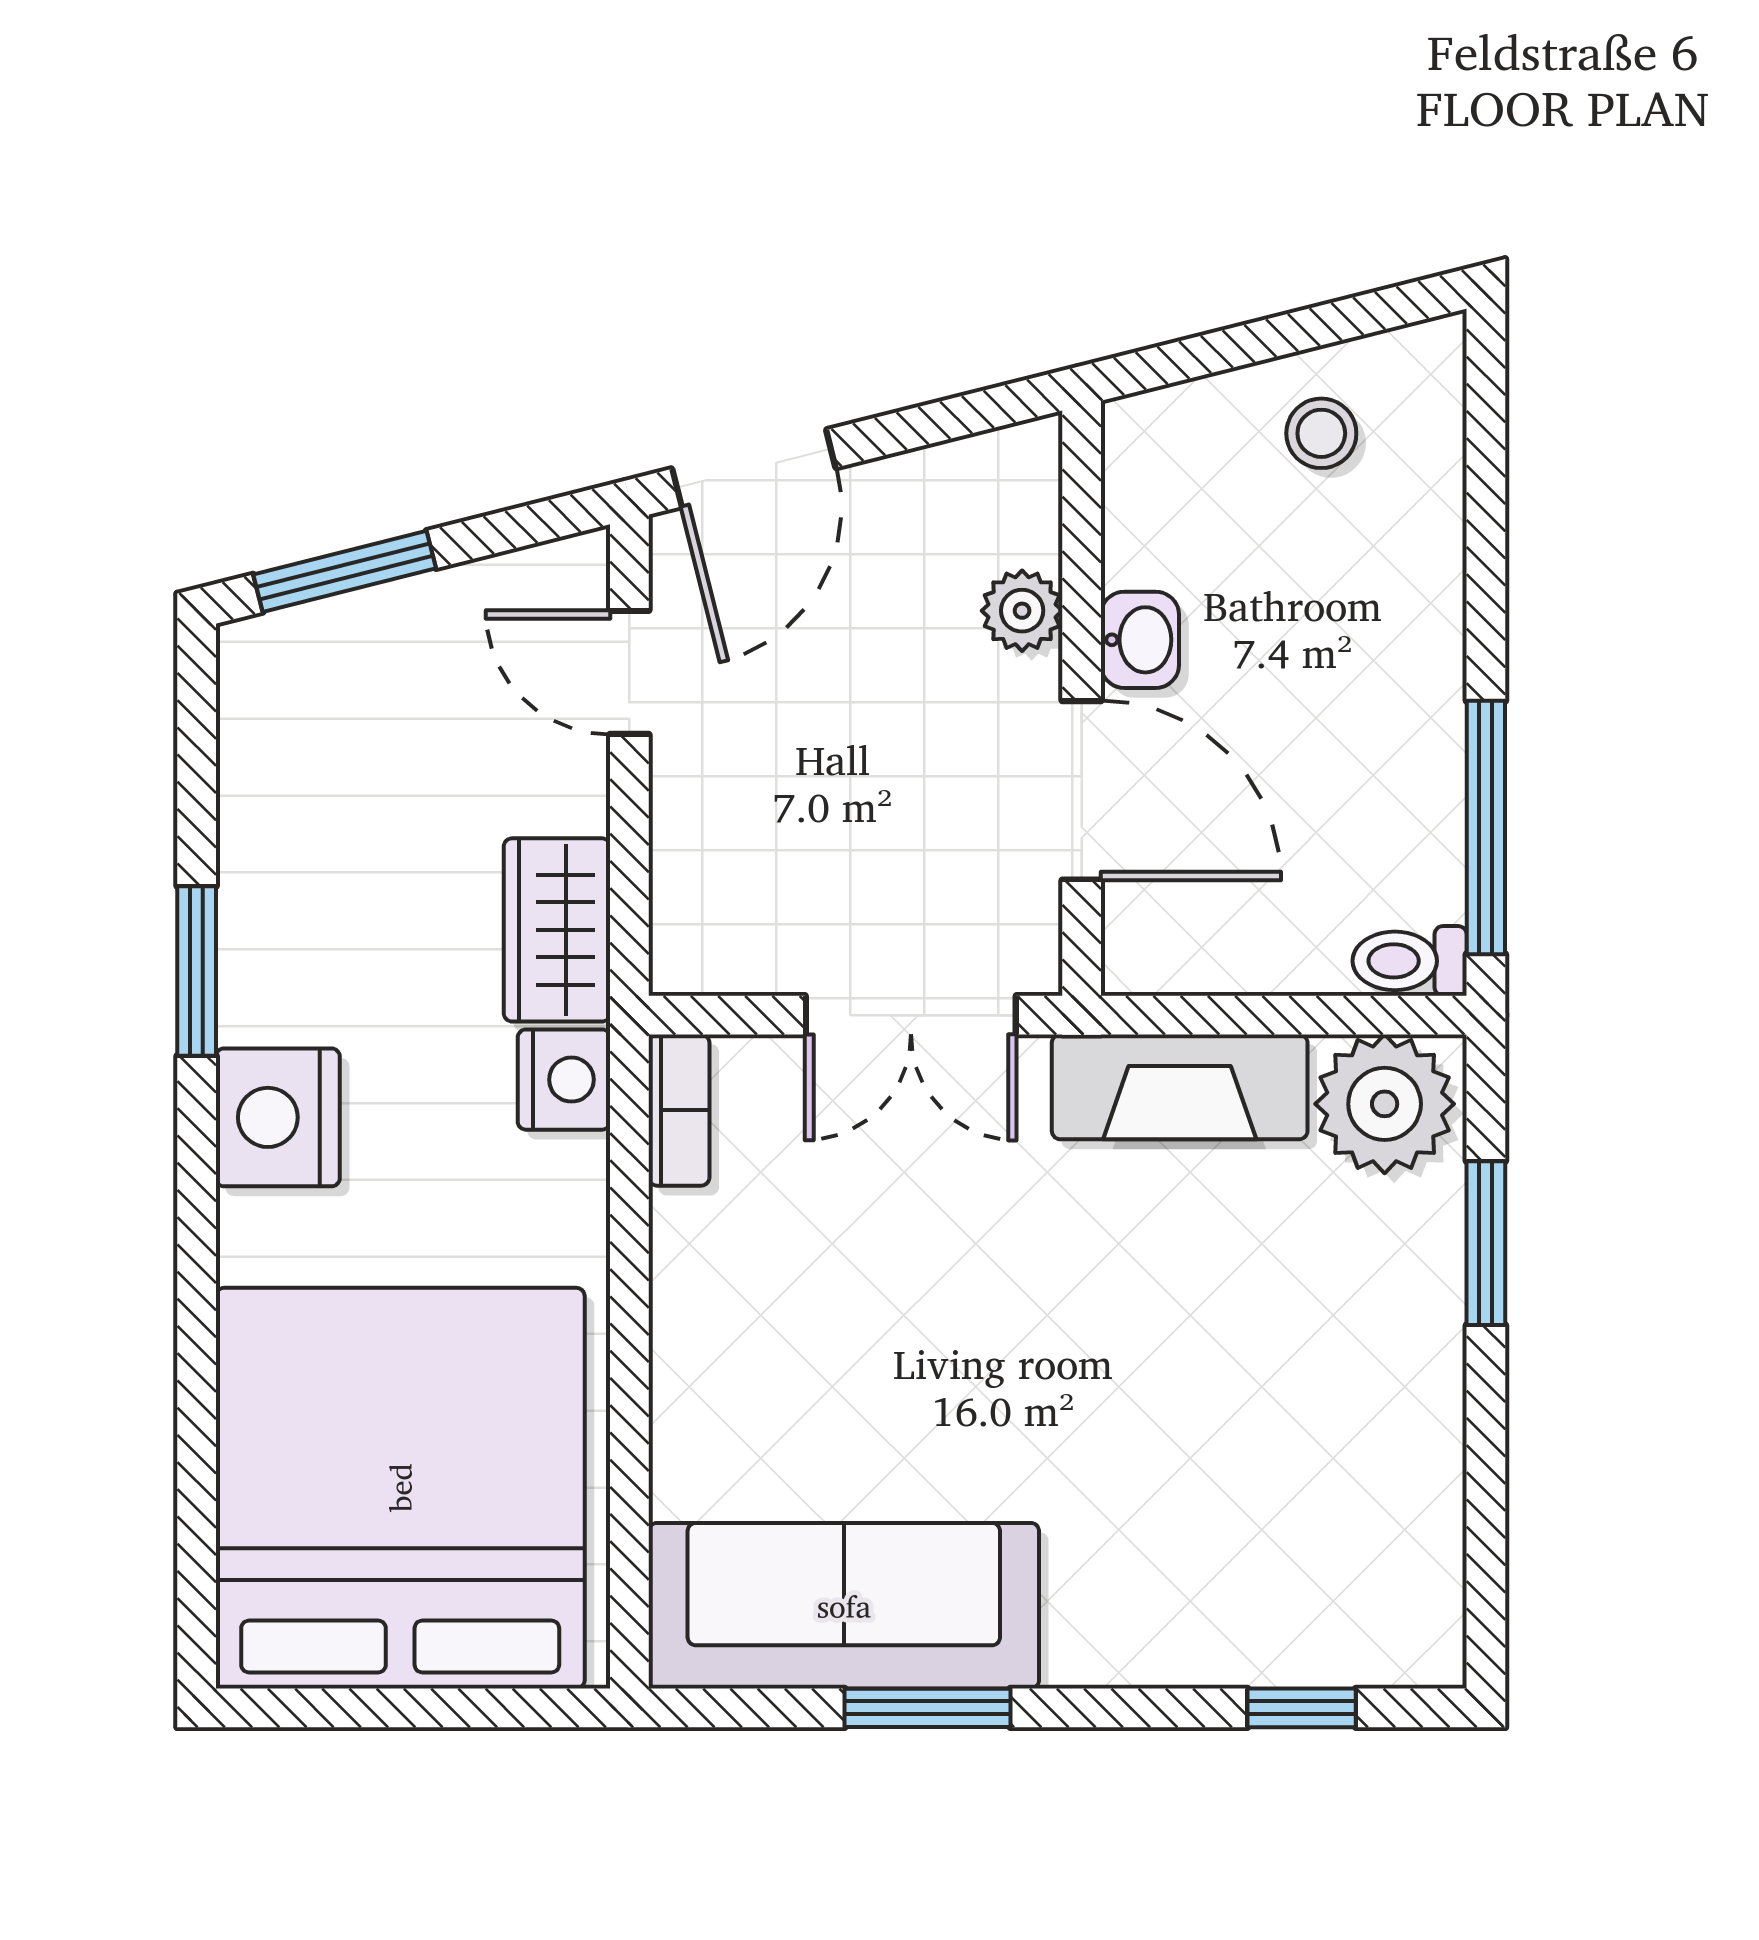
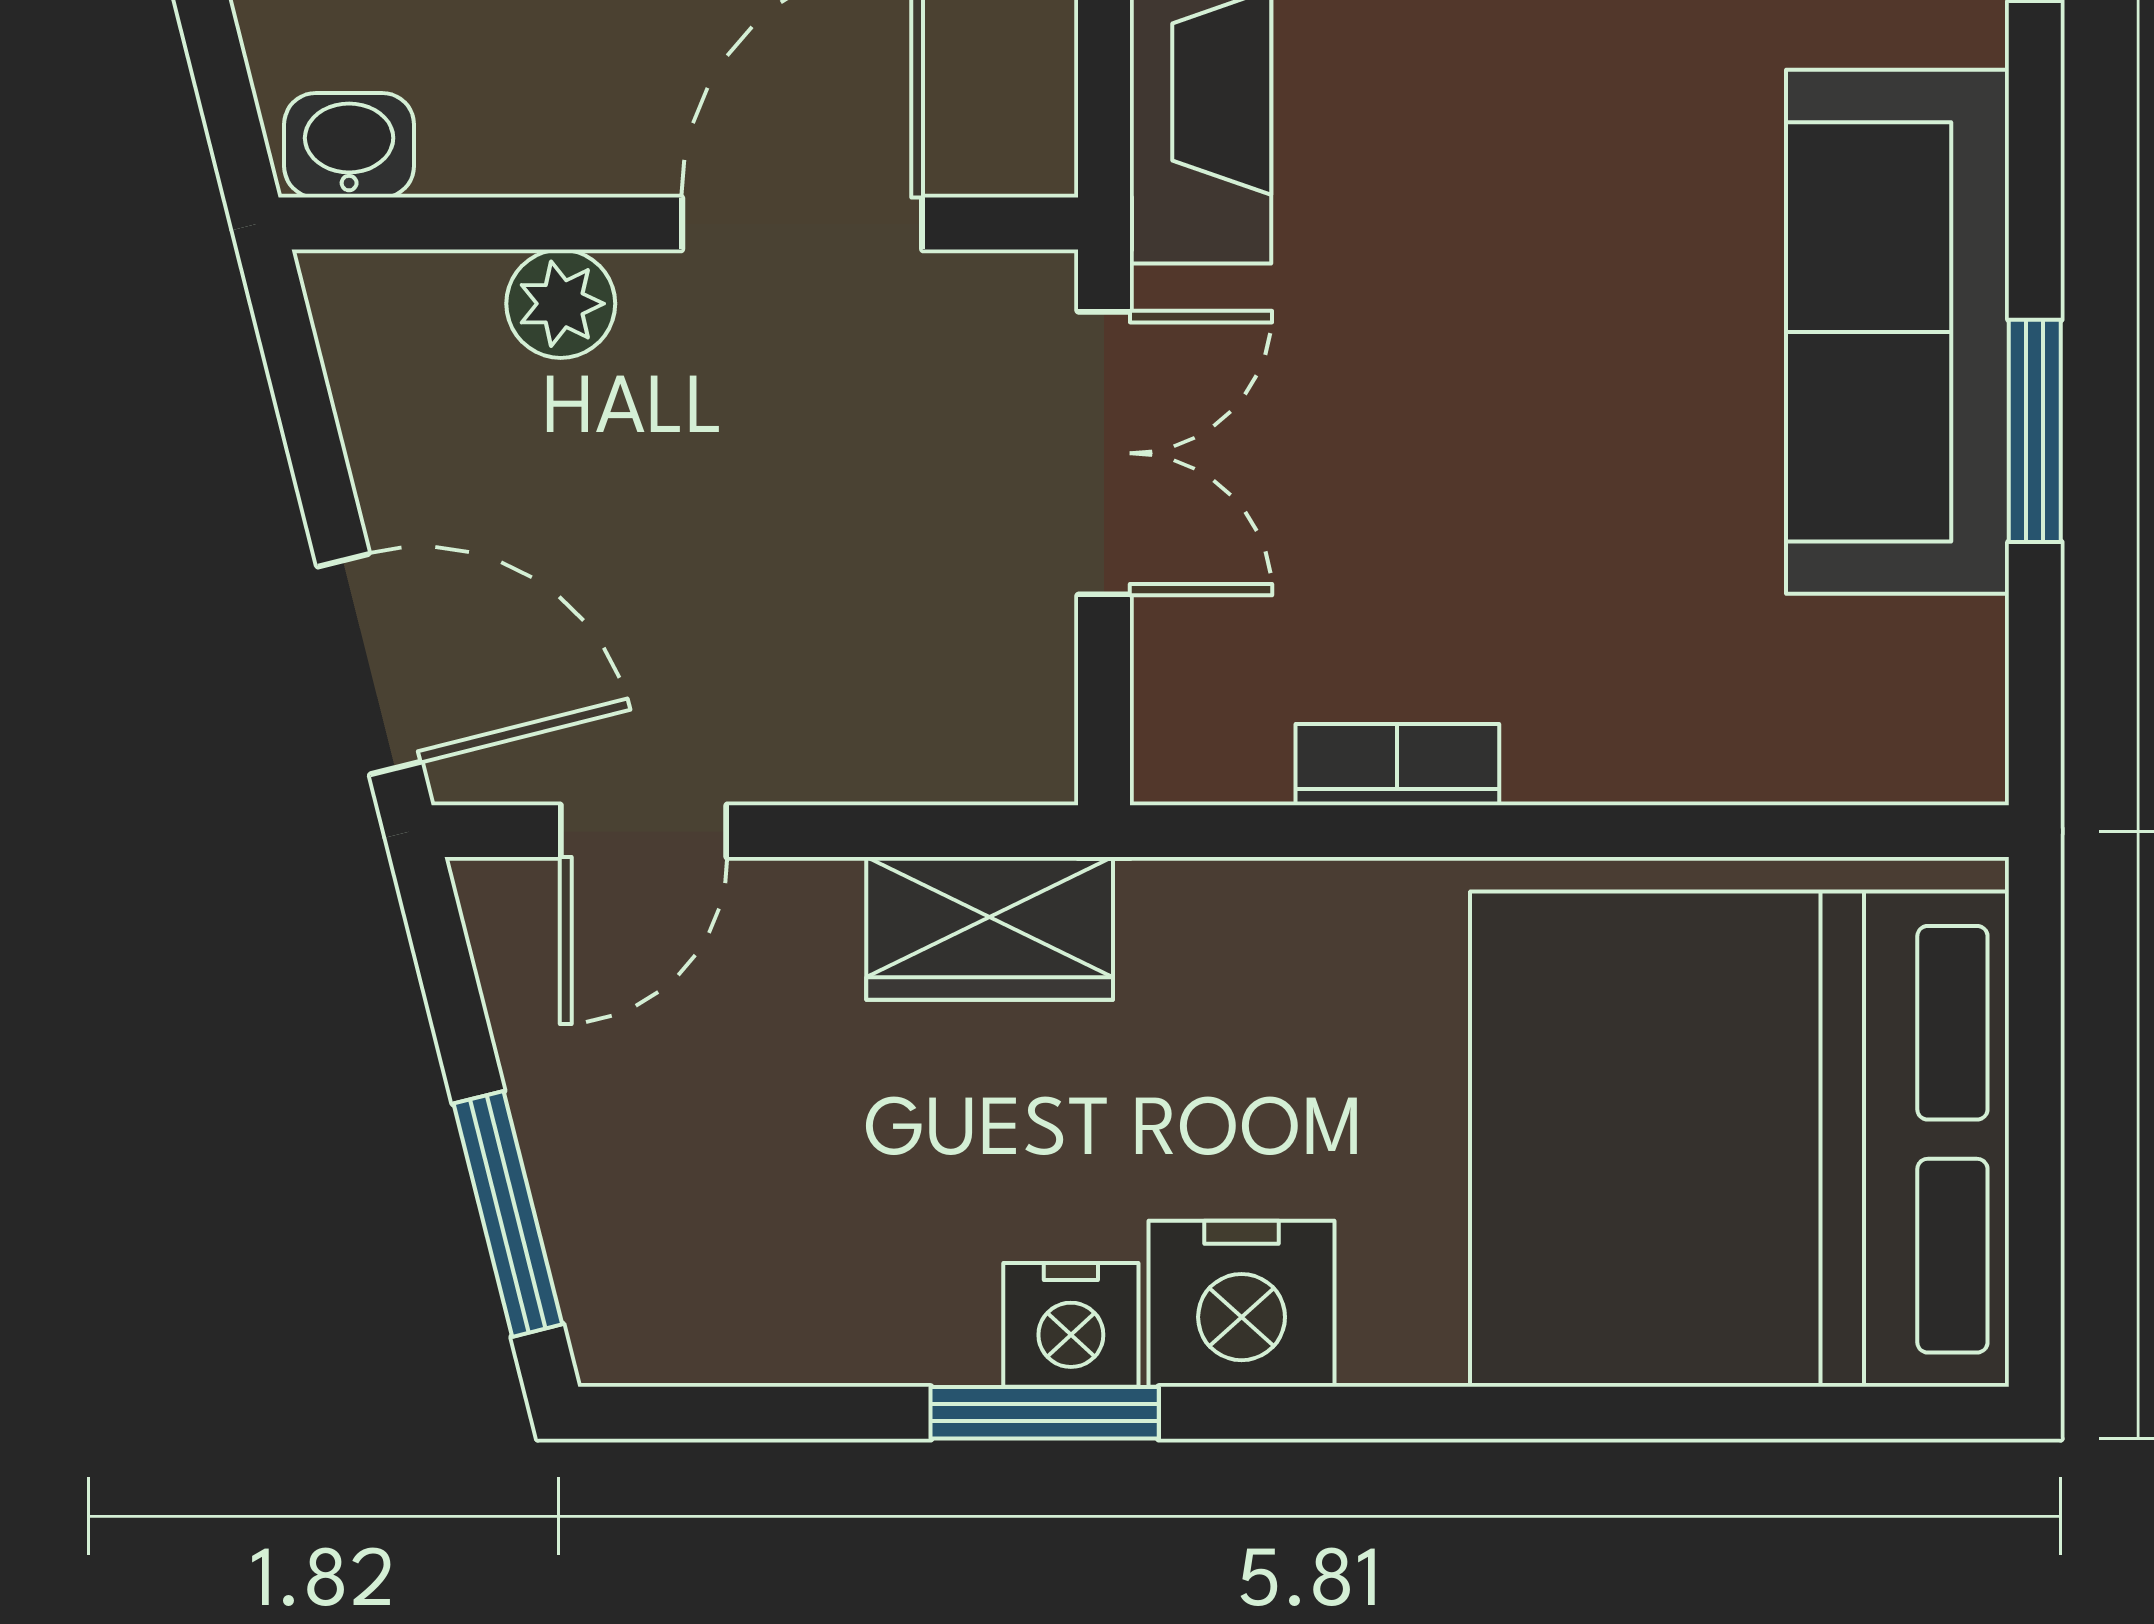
washbasin: (1140, 640) -> (349, 145), moved
nightstand: (564, 1080) -> (1071, 1325), moved, turned 180
bookcase: (679, 1110) -> (1397, 765), moved
sofa: (844, 1606) -> (1898, 332), moved

